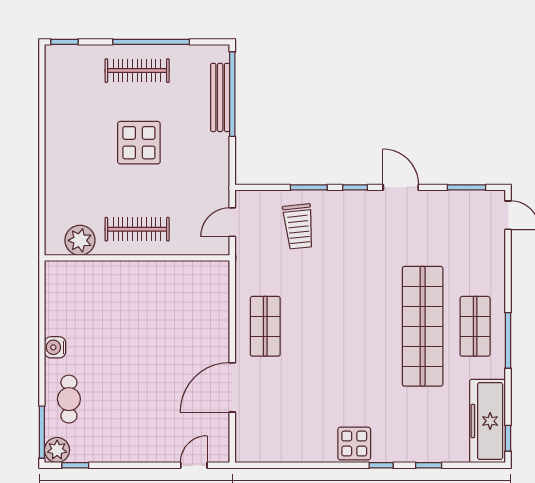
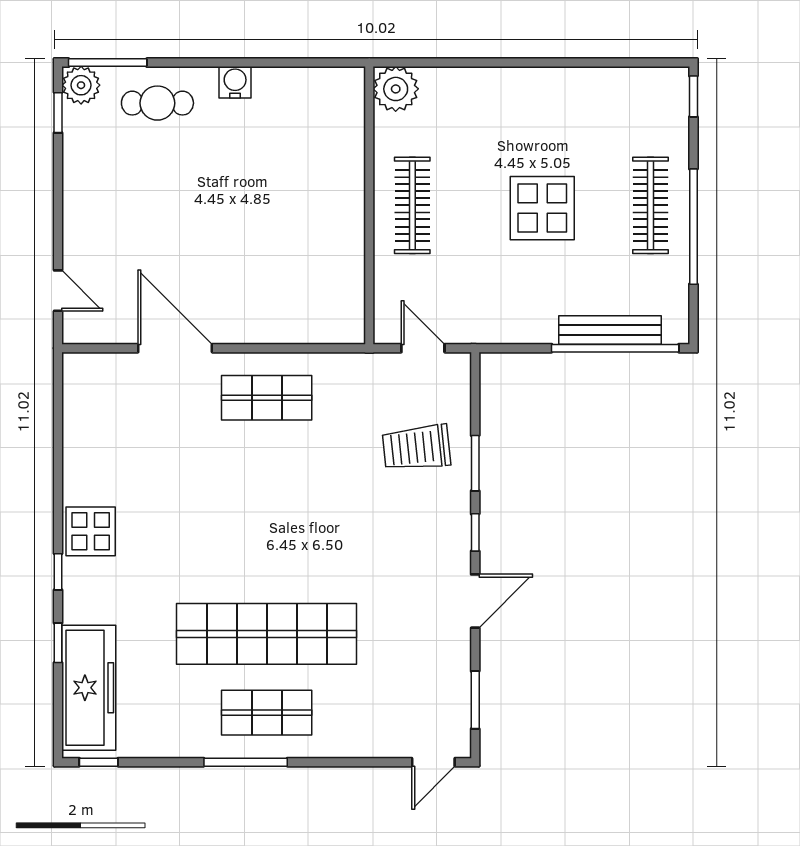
plant: (80, 240) -> (396, 89), moved
freezer: (488, 421) -> (89, 688), moved, turned 90

